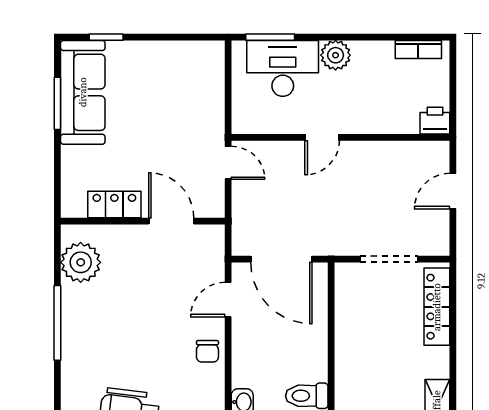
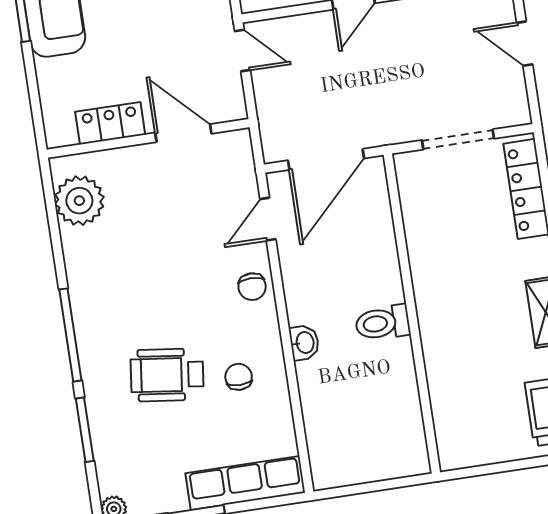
door: (453, 191) -> (525, 44), hinge flipped
door: (281, 259) -> (326, 159), hinge flipped
window: (57, 323) -> (70, 335), moved

